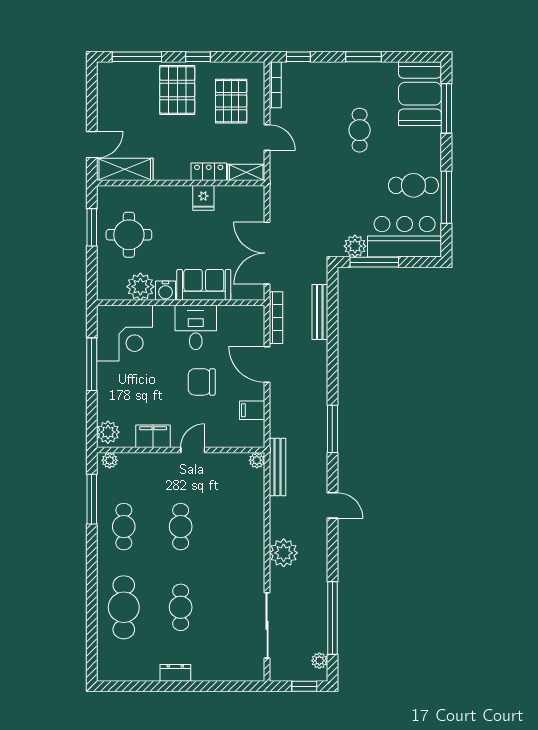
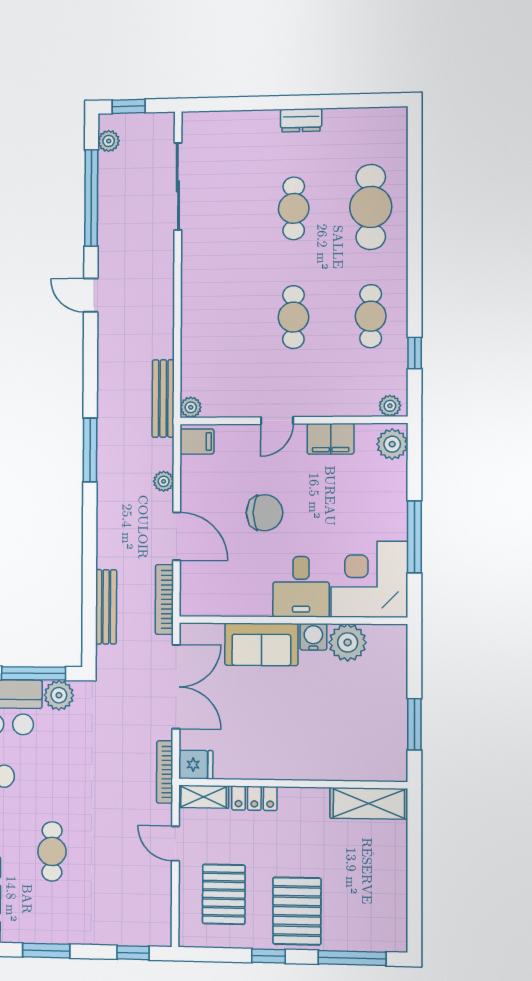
bookcase: (275, 85) -> (165, 772), moved
door: (92, 145) -> (414, 838), removed
fridge: (203, 198) -> (196, 765), moved, turned 90
round table: (129, 235) -> (363, 714), removed
desk: (196, 327) -> (301, 587), moved
filing cabinet: (252, 410) -> (197, 442), moved
window: (92, 499) -> (415, 353), width x0.46
door: (332, 505) -> (91, 295), moved
plant: (284, 553) -> (164, 481), moved, width x0.53, depth x0.53

